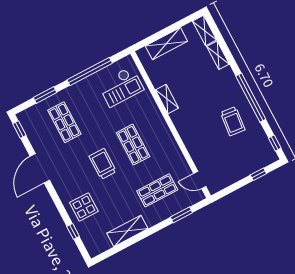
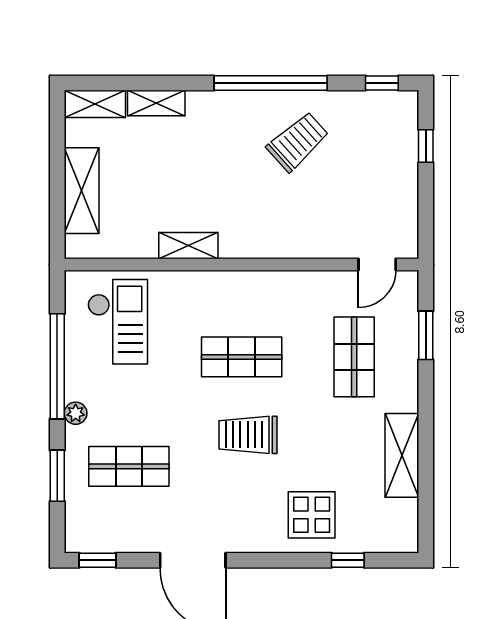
plant: (75, 89) -> (76, 413), added
trolley: (233, 121) -> (298, 142), turned -48

